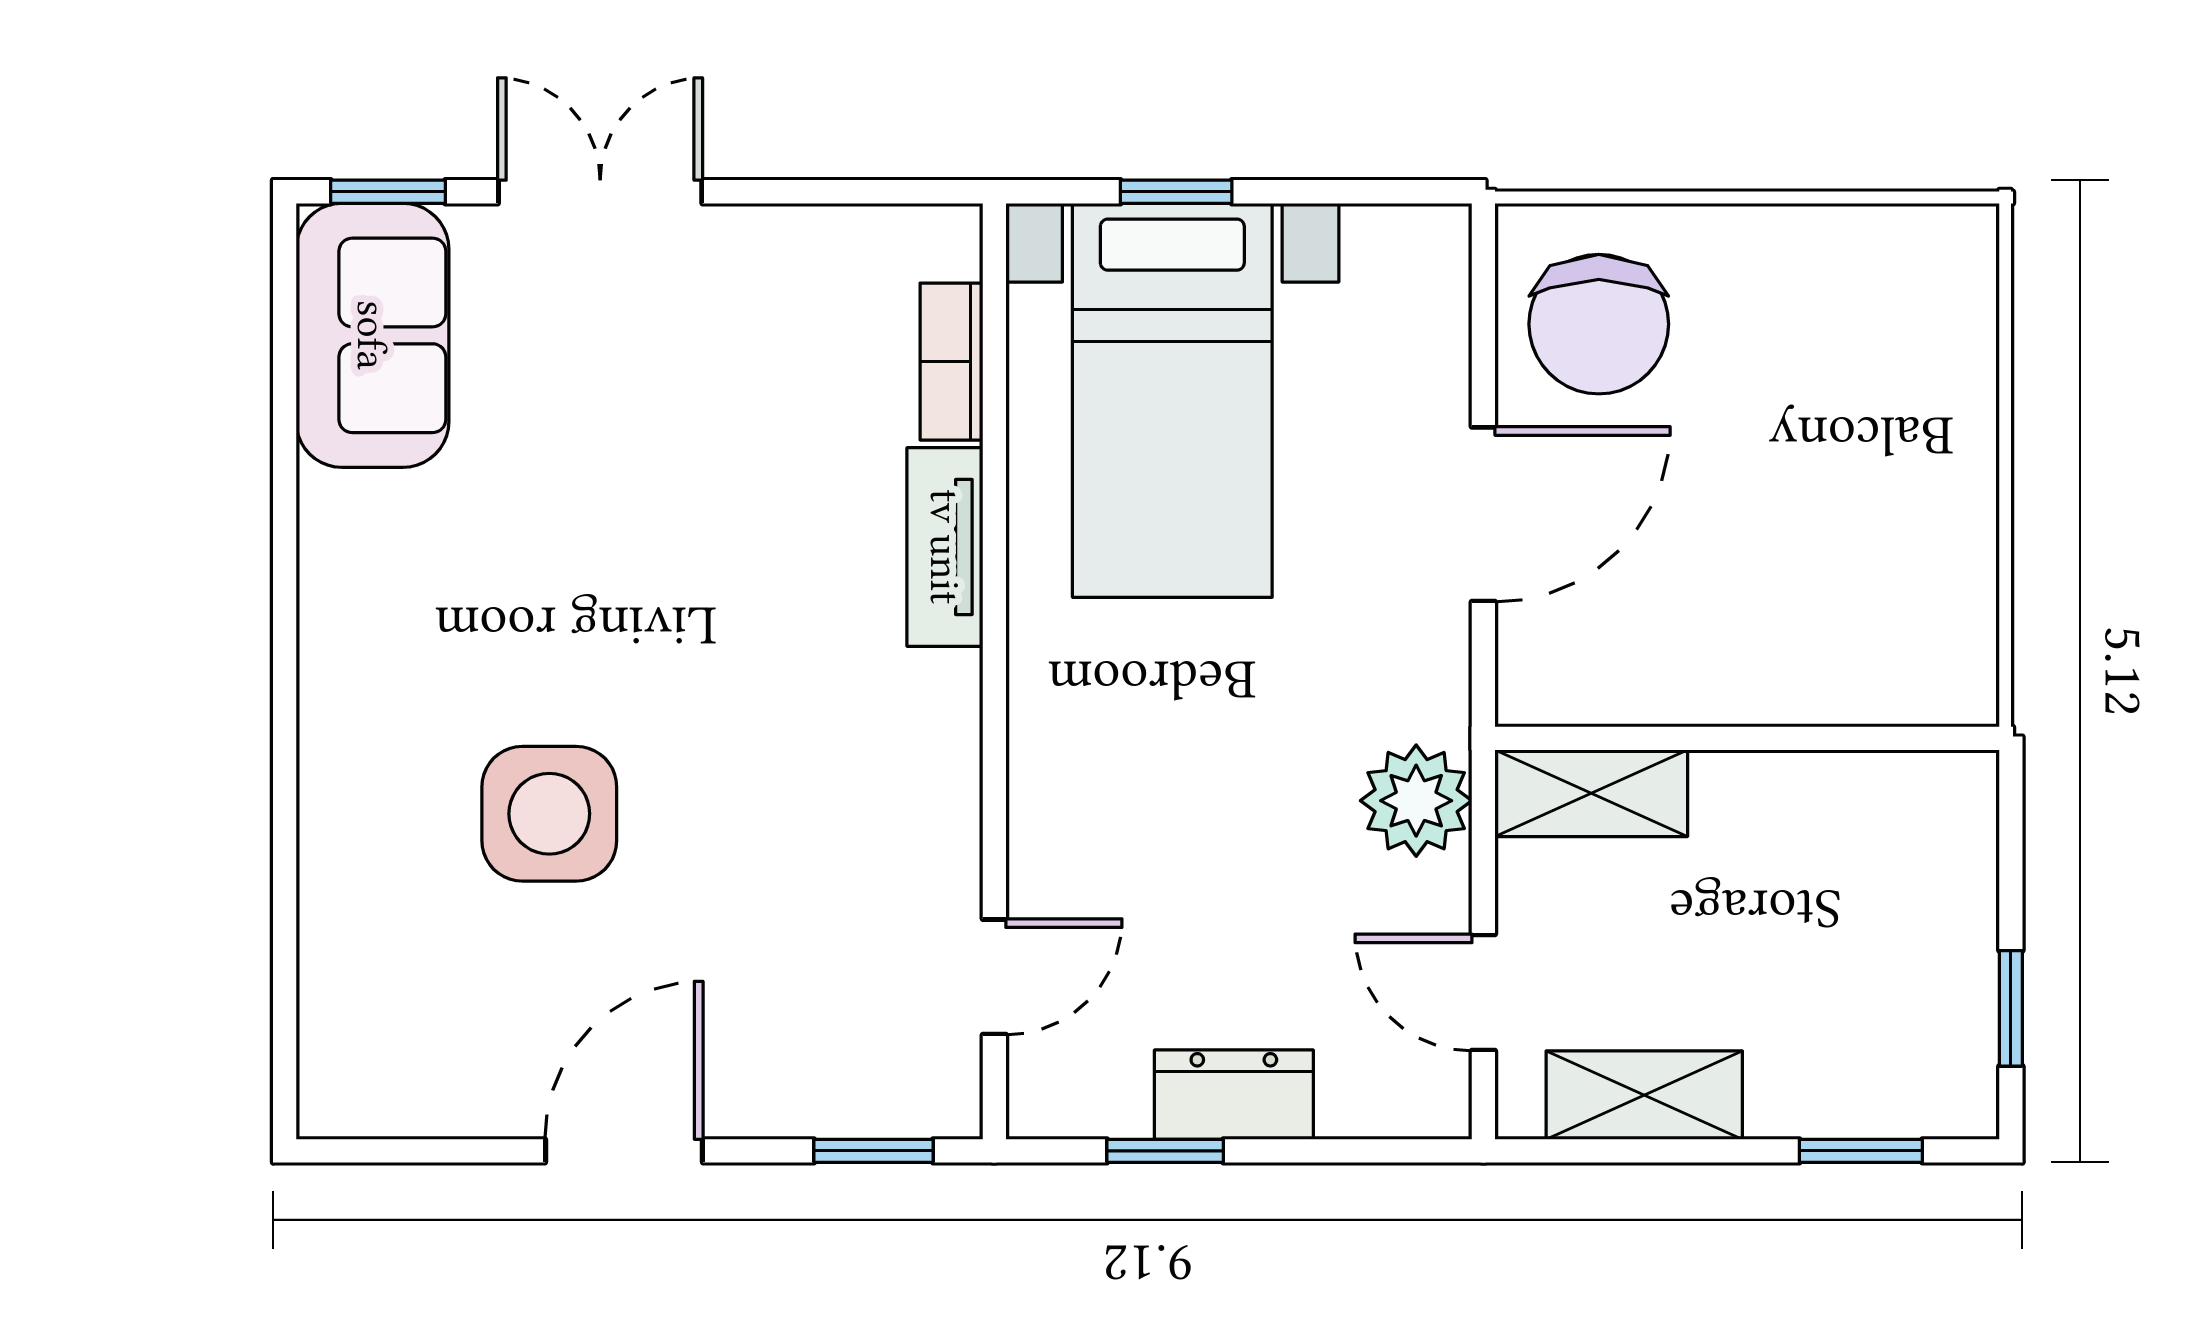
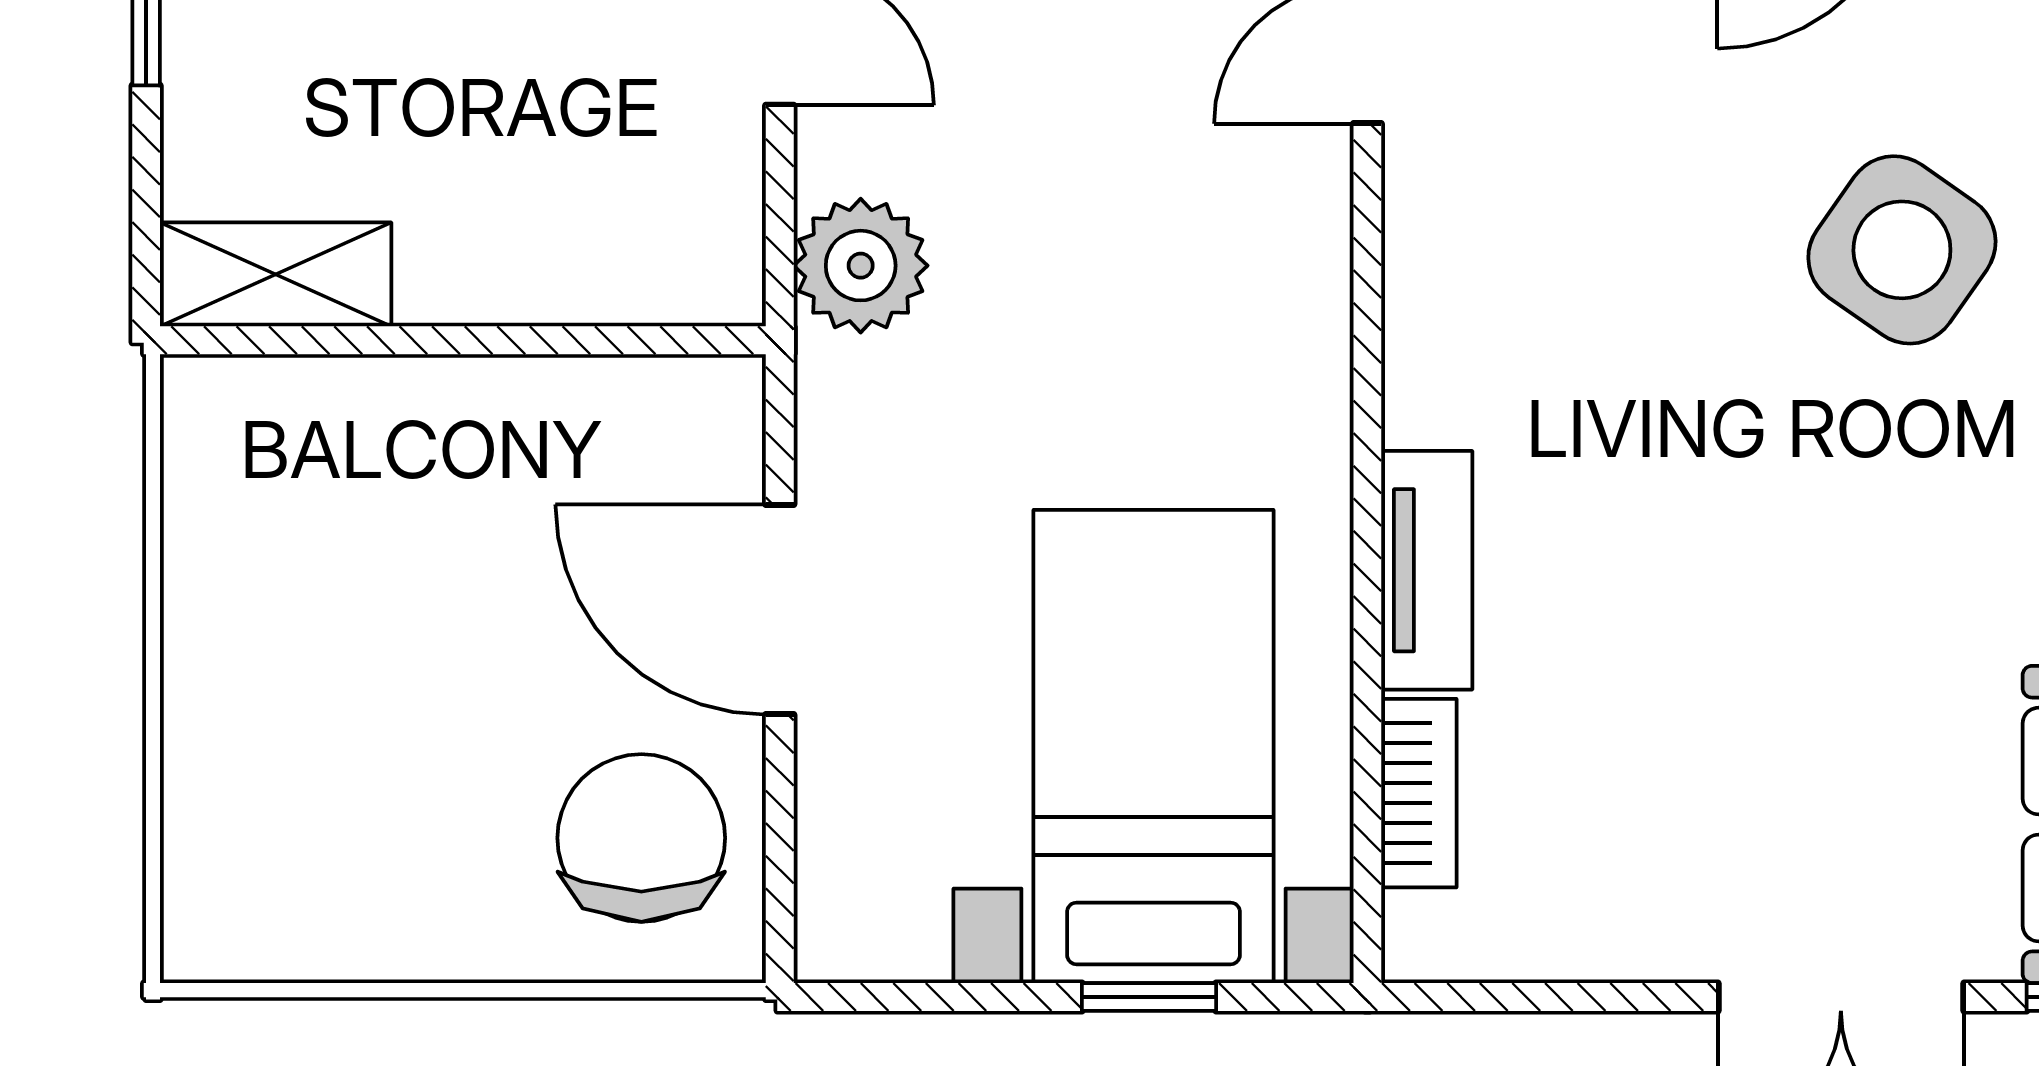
door: (1483, 514) -> (780, 610), hinge flipped
shelving: (1591, 793) -> (276, 274), moved
side table: (549, 814) -> (1902, 250), turned 35

